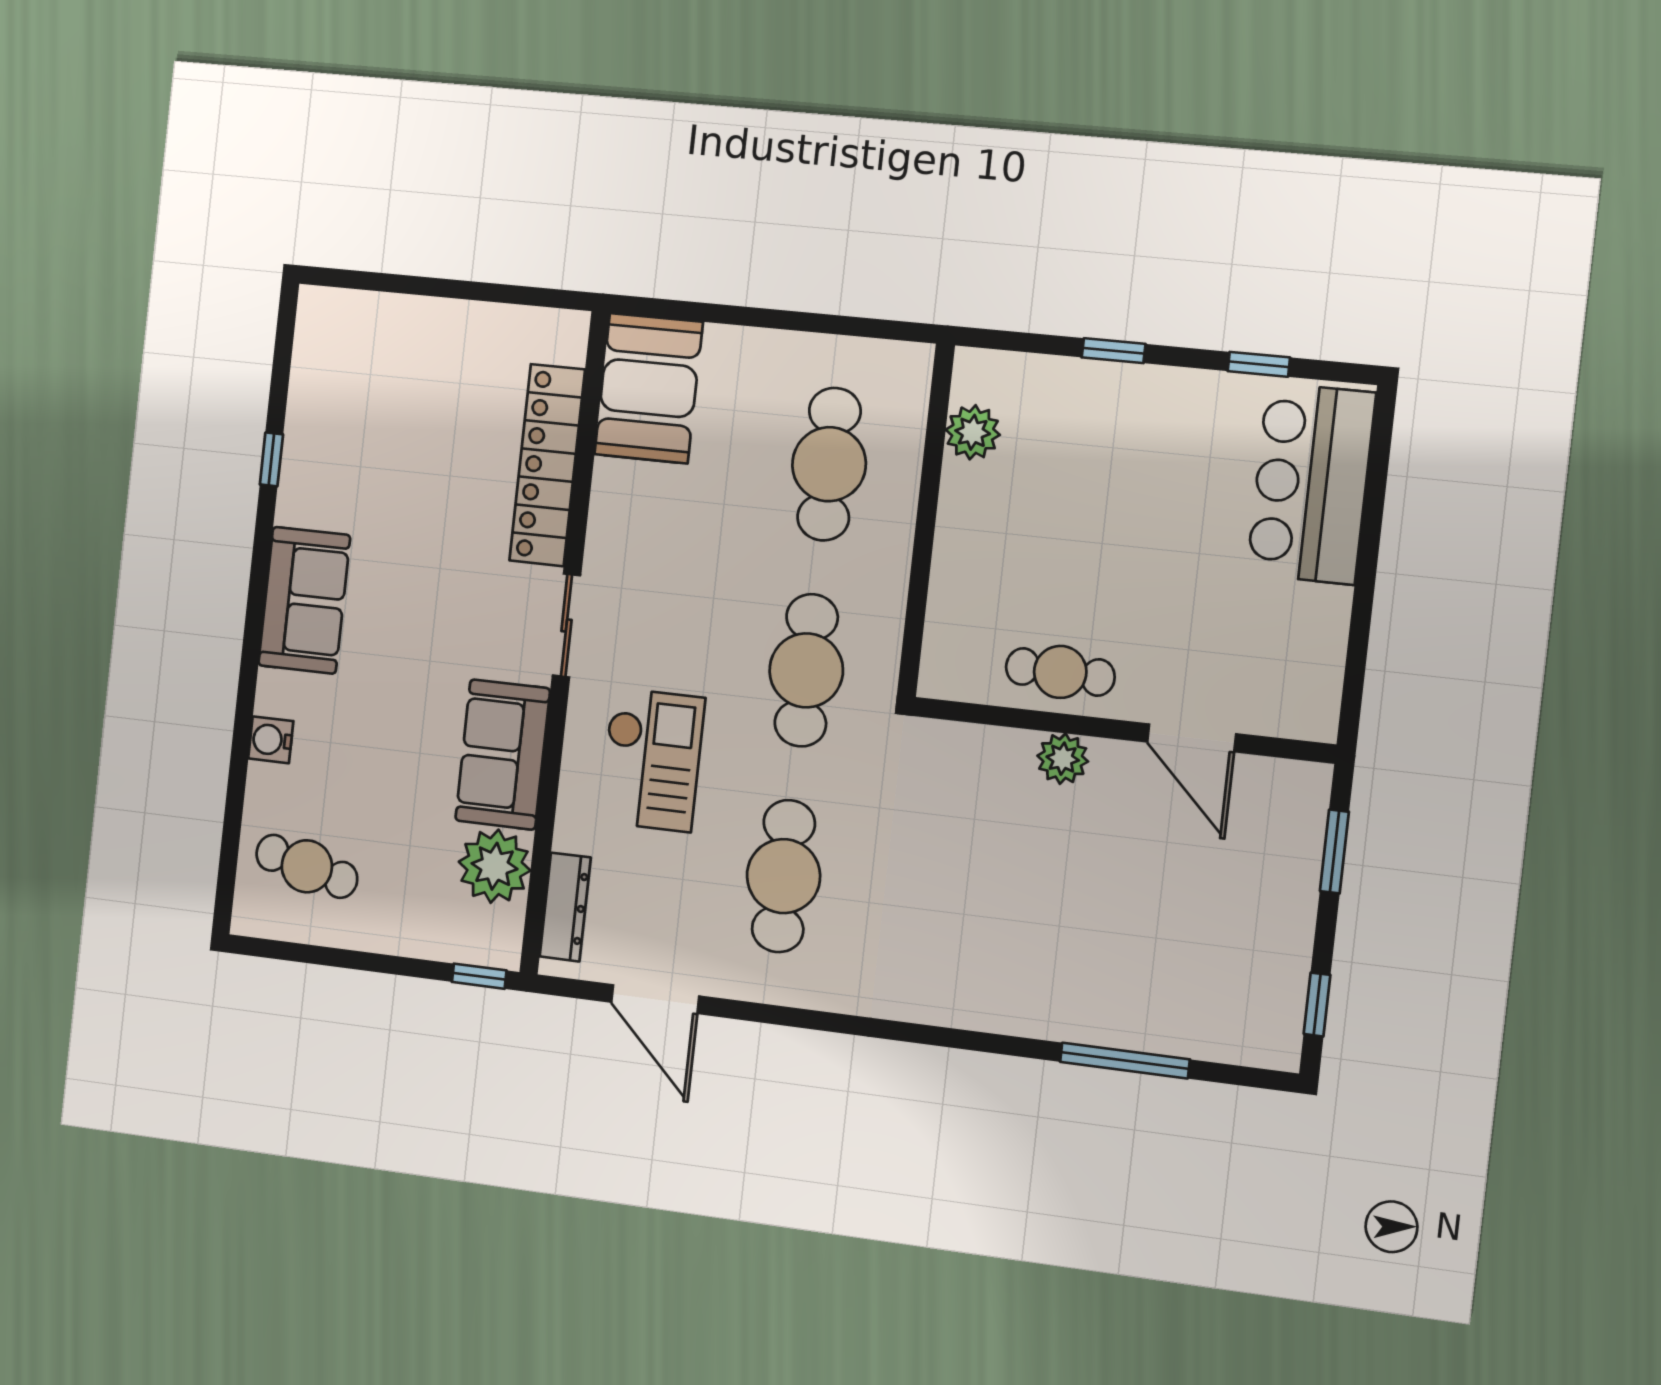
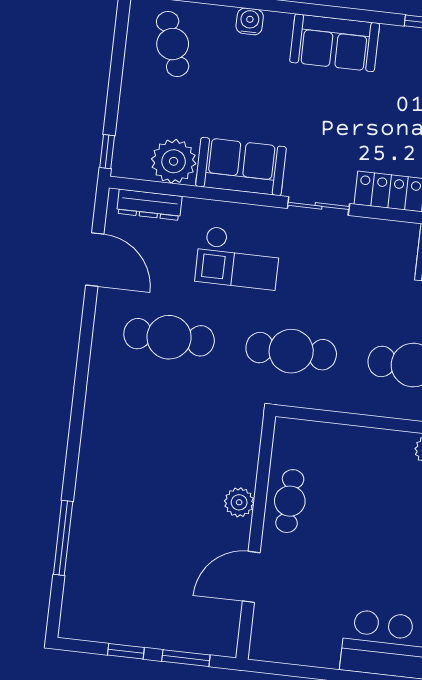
cafe table: (307, 866) -> (173, 44), turned -33
door: (655, 999) -> (95, 260), swing flipped
window: (1317, 1004) -> (126, 651), moved

